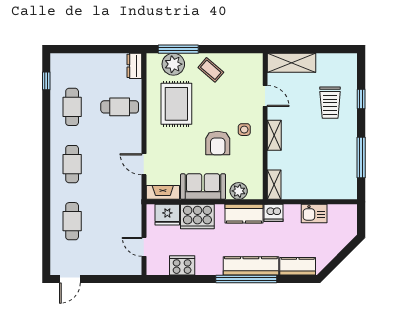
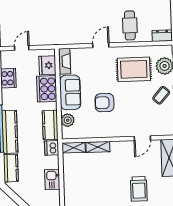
trolley: (330, 103) -> (139, 189), turned -90
side table: (244, 130) -> (116, 123), removed
shelving: (274, 135) -> (98, 147), moved
door: (144, 164) -> (101, 45), moved

